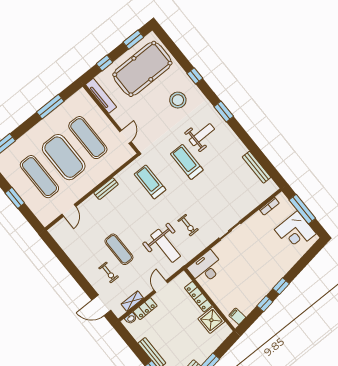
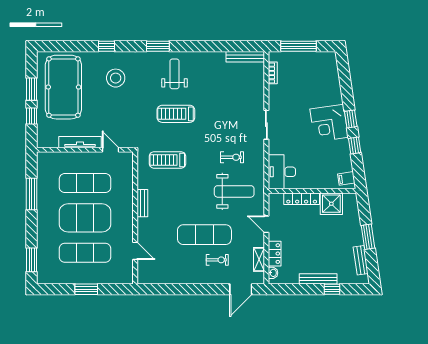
window: (133, 40) -> (32, 89), moved
tv unit: (101, 96) -> (80, 142), moved
weight bench: (202, 135) -> (175, 74), moved
bench: (256, 167) -> (245, 57), moved
corner desk: (295, 232) -> (329, 123), moved, turned 82
exercise mat: (119, 249) -> (204, 235), width x1.36, depth x1.45

